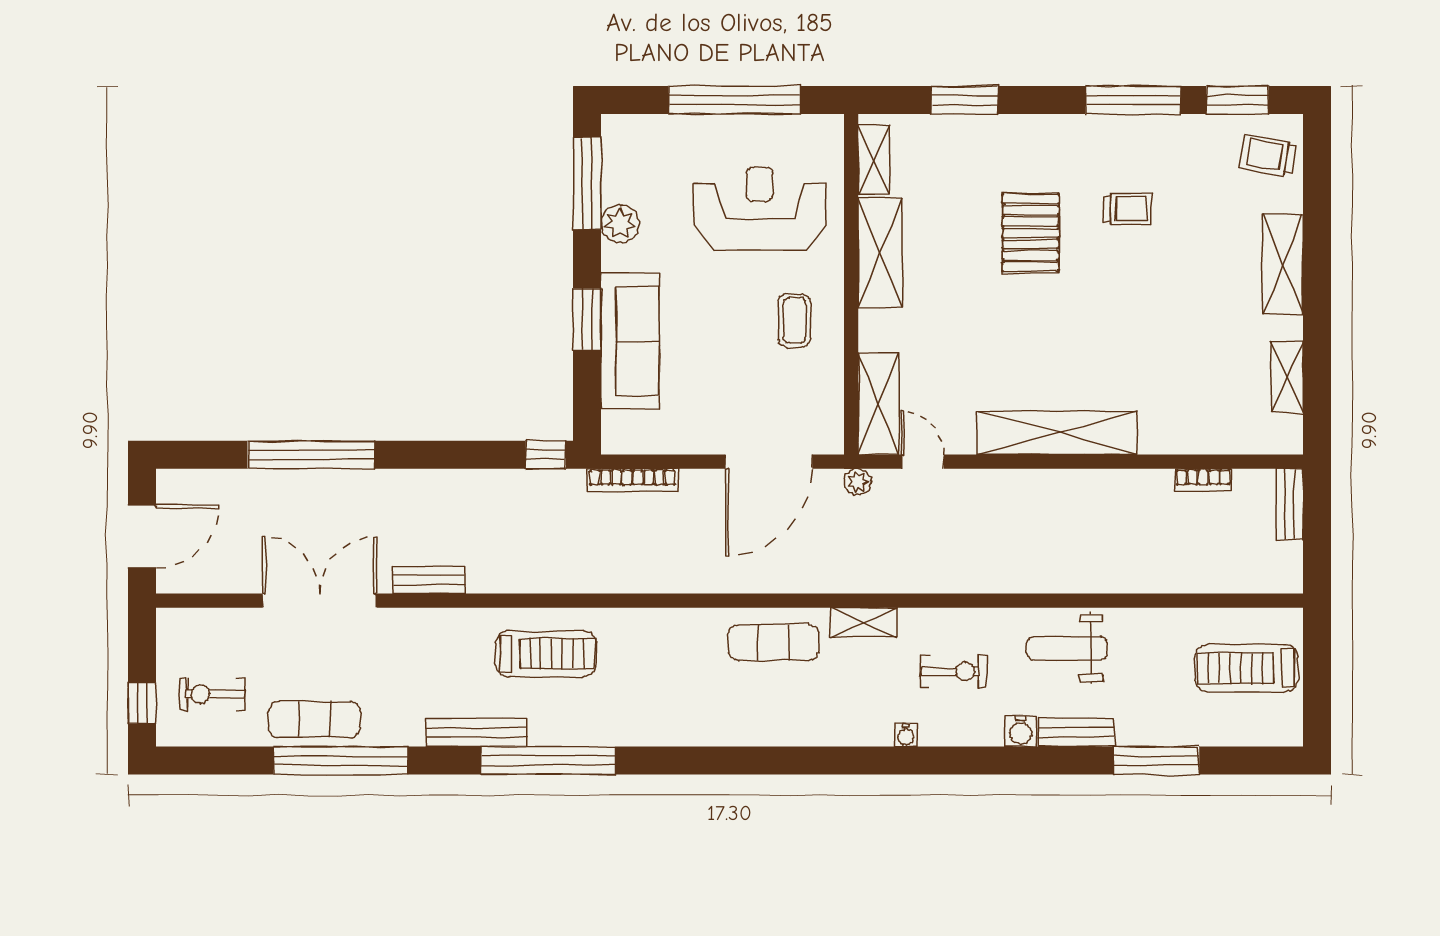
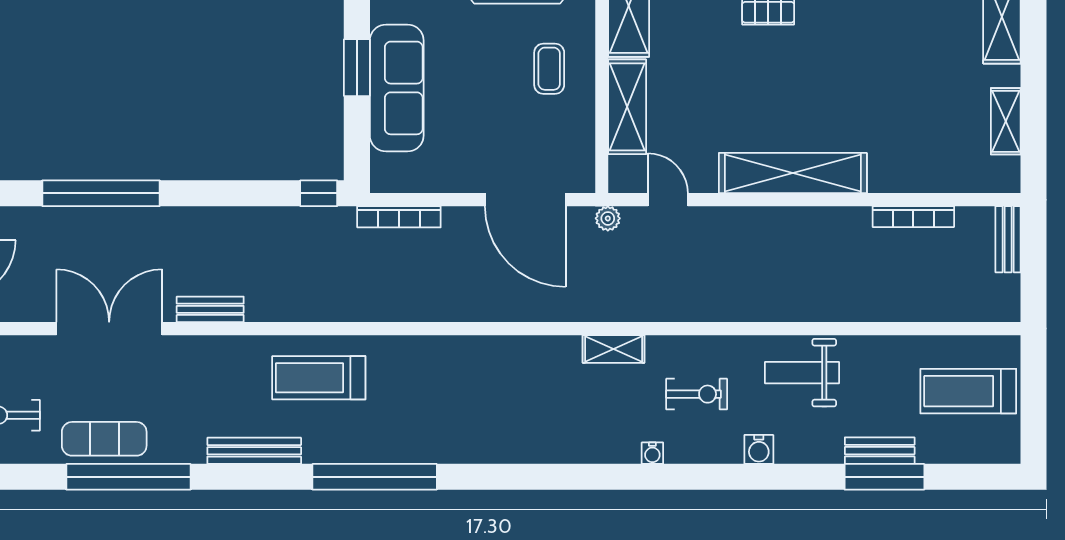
shelving: (879, 404) -> (627, 107), moved
door: (769, 462) -> (525, 200), hinge flipped
bookcase: (1203, 480) -> (913, 217), width x1.56
exercise mat: (773, 643) -> (530, 368), removed
treadmill: (546, 654) -> (319, 378), turned 180
bench: (1077, 732) -> (880, 451), moved
window: (548, 761) -> (375, 477), moved

